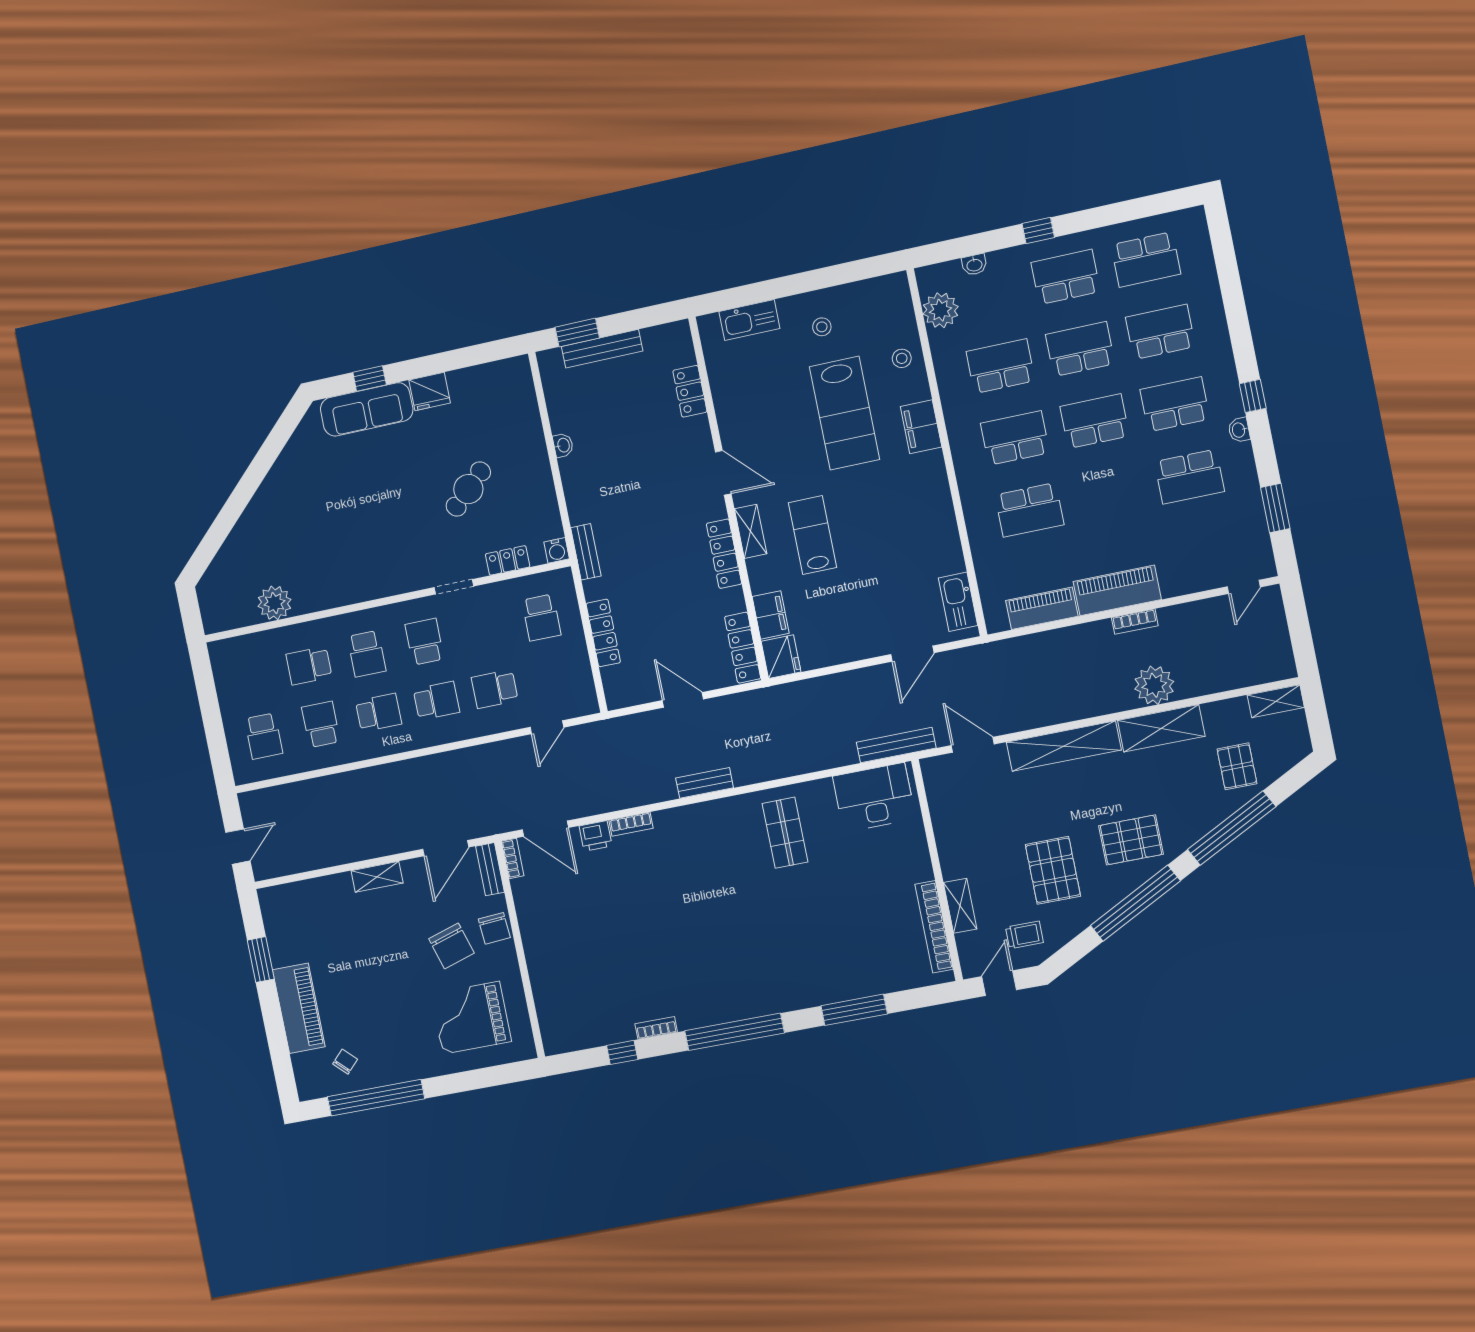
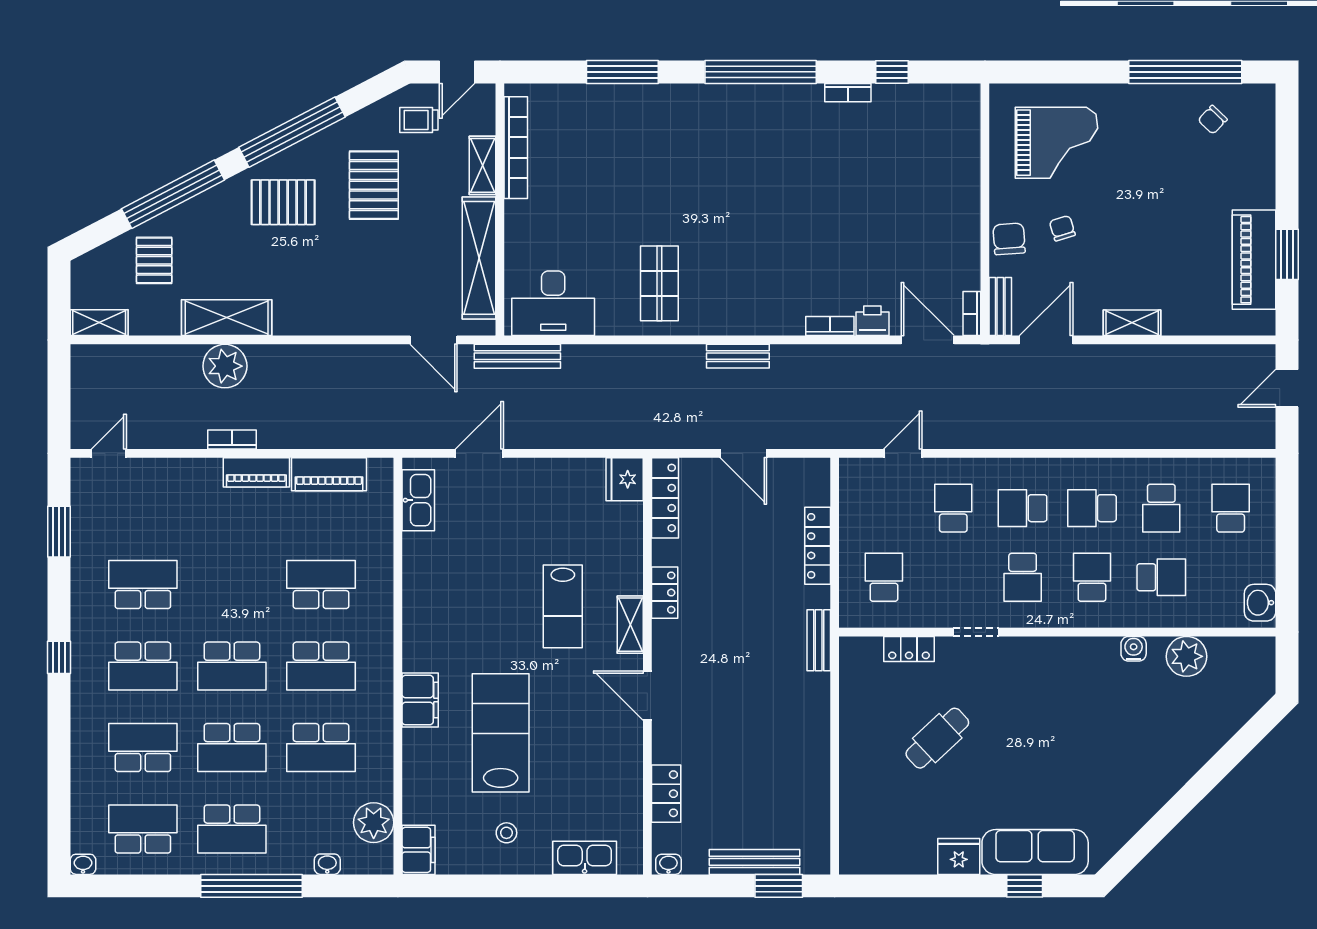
window: (1038, 230) -> (251, 886), width x3.17
school desk: (1160, 332) -> (143, 748), turned 180
stool: (902, 358) -> (426, 779), removed
washbasin: (1239, 430) -> (83, 864), moved, turned -90
washbasin: (563, 445) -> (668, 864), moved, turned 90
water cooler: (557, 550) -> (1134, 649), moved
locker: (724, 554) -> (665, 593), width x0.66
piano: (1117, 590) -> (256, 472), width x0.73, depth x0.75
filing cabinet: (771, 615) -> (419, 850), moved, turned 180
washbasin: (223, 661) -> (1260, 603), added
school desk: (495, 689) -> (953, 508), turned -90
shelving: (1064, 746) -> (479, 258), moved, turned 90
chair: (451, 946) -> (1062, 228), width x0.54, depth x0.54
piano: (299, 1008) -> (1254, 260), moved

